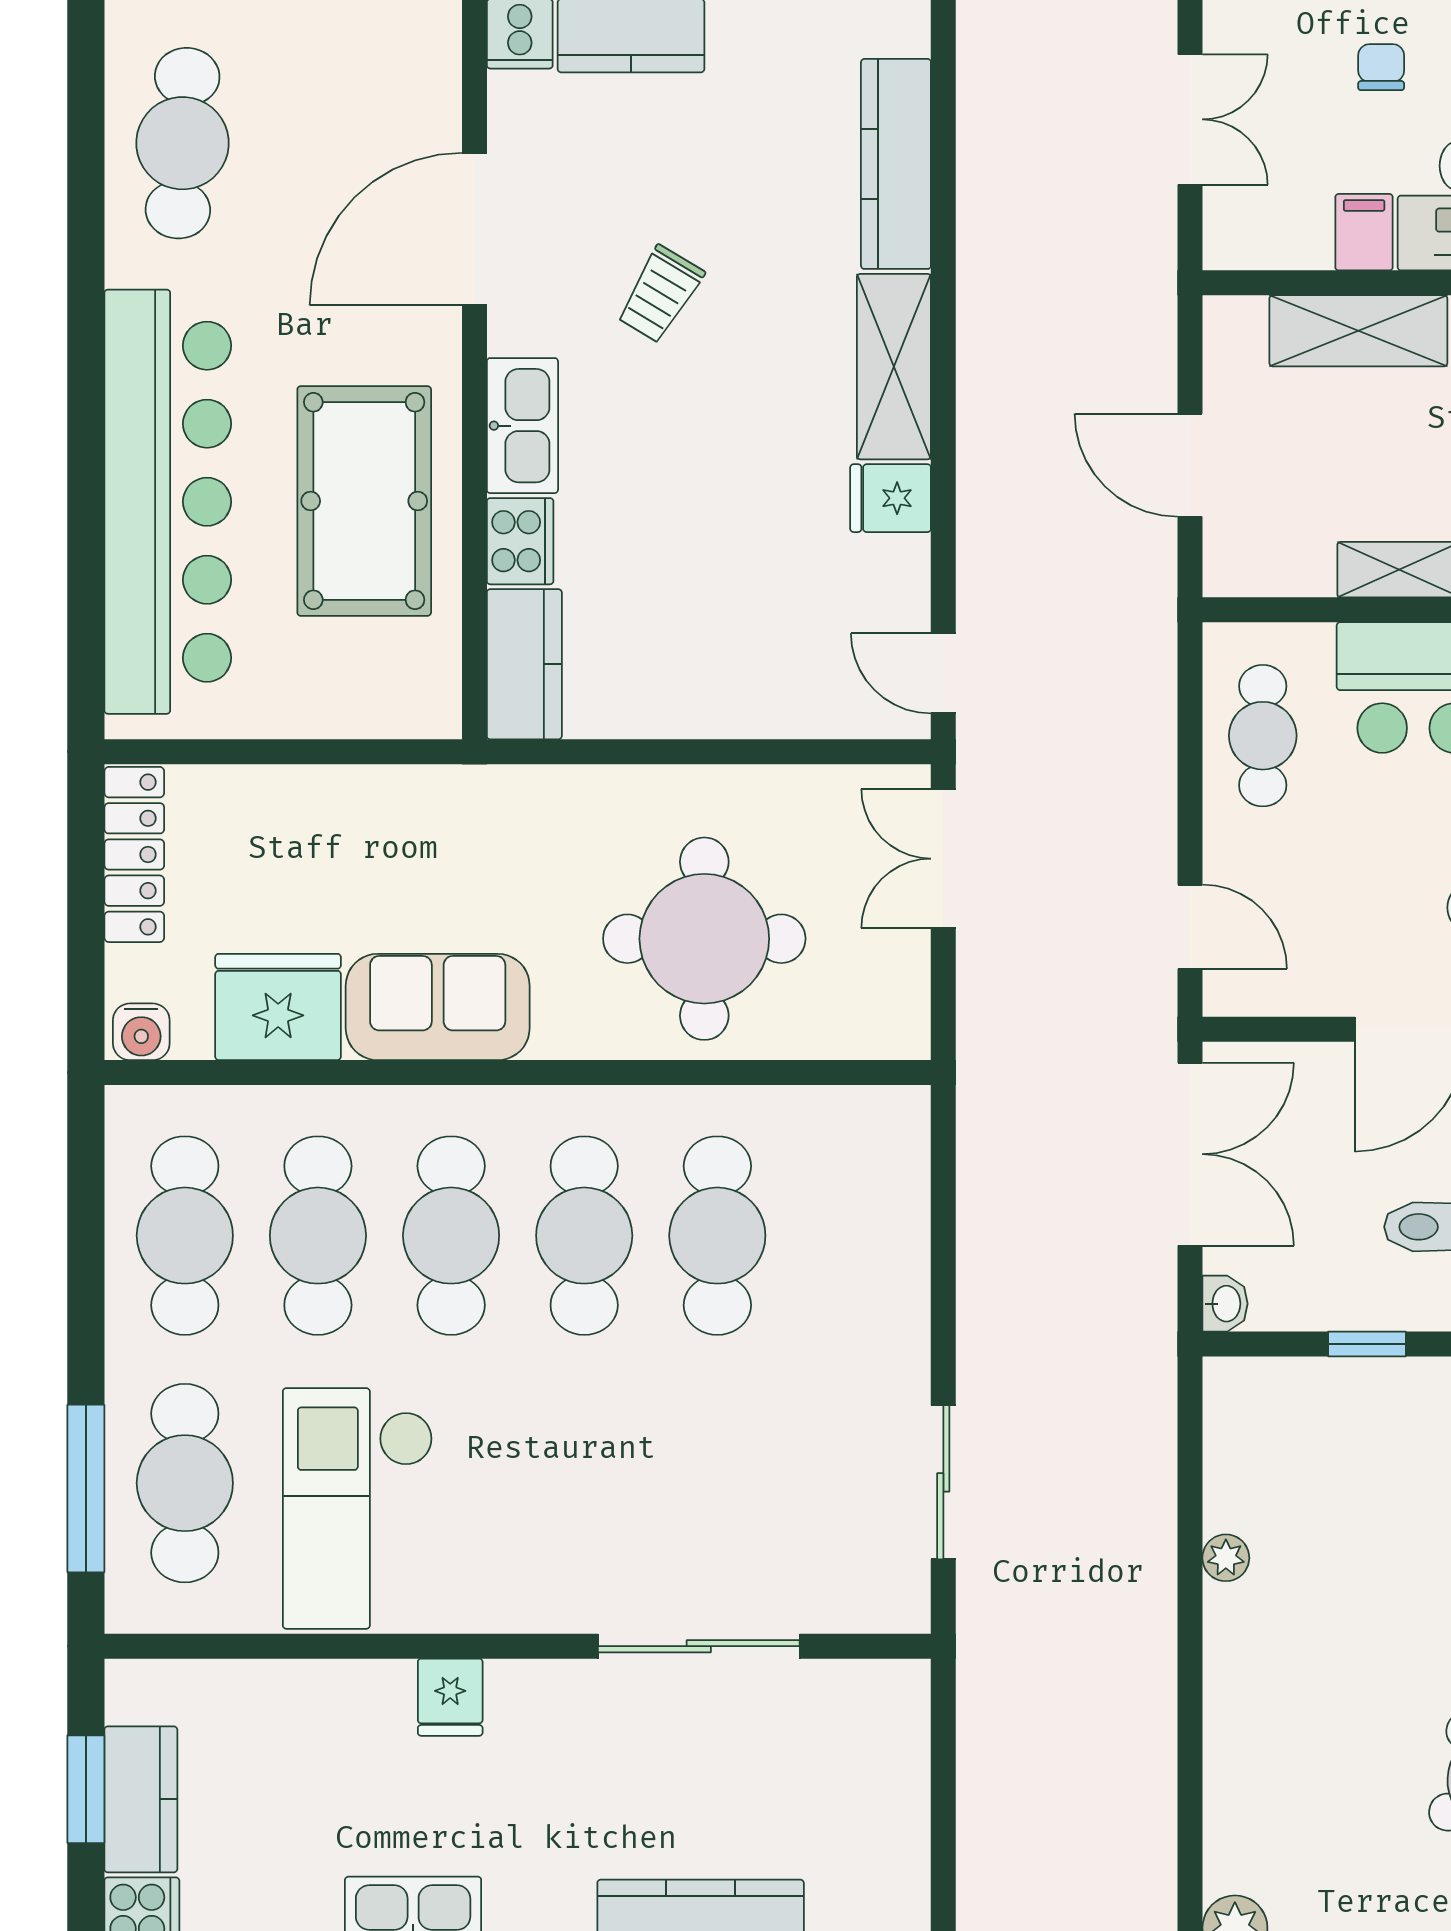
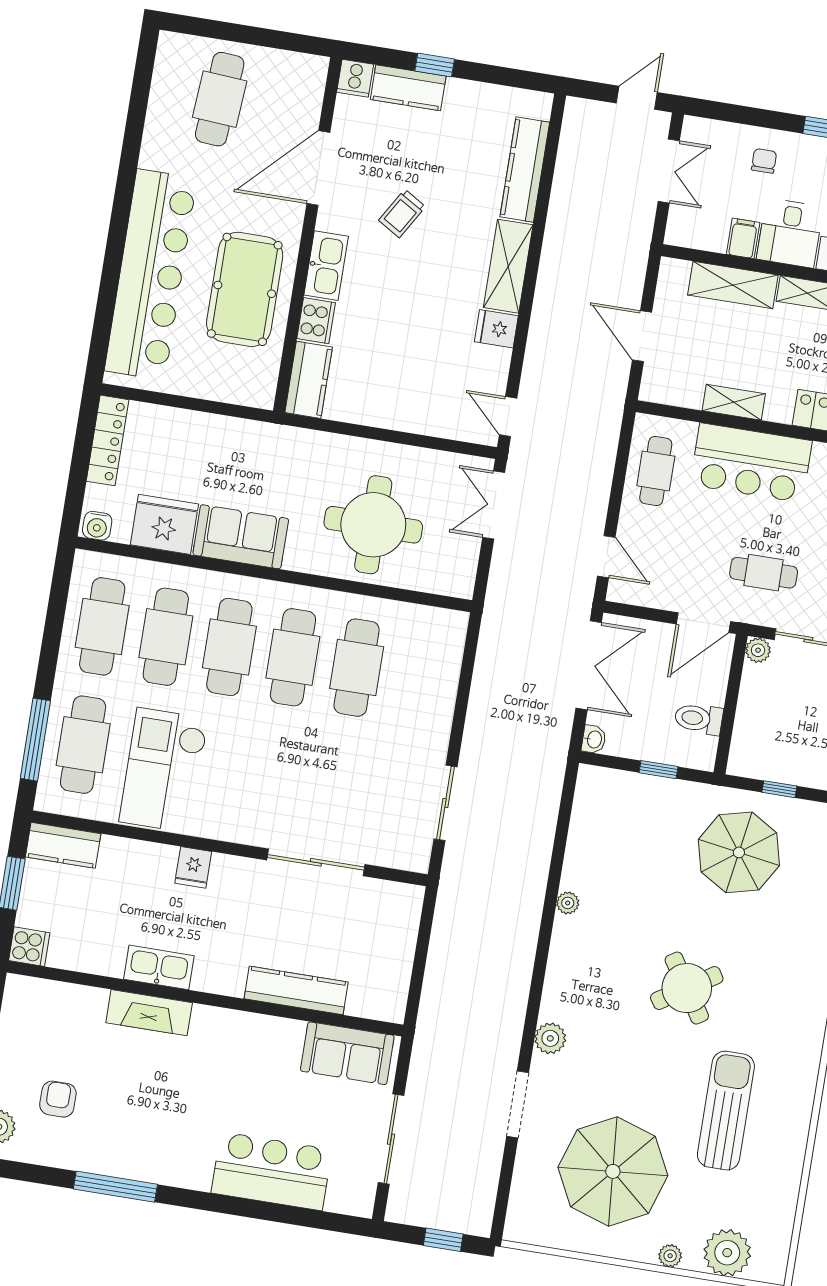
cafe table: (183, 143) -> (220, 99), moved
plant: (1226, 1558) -> (568, 903), moved
kitchen counter: (141, 1799) -> (63, 845), moved, turned 90

